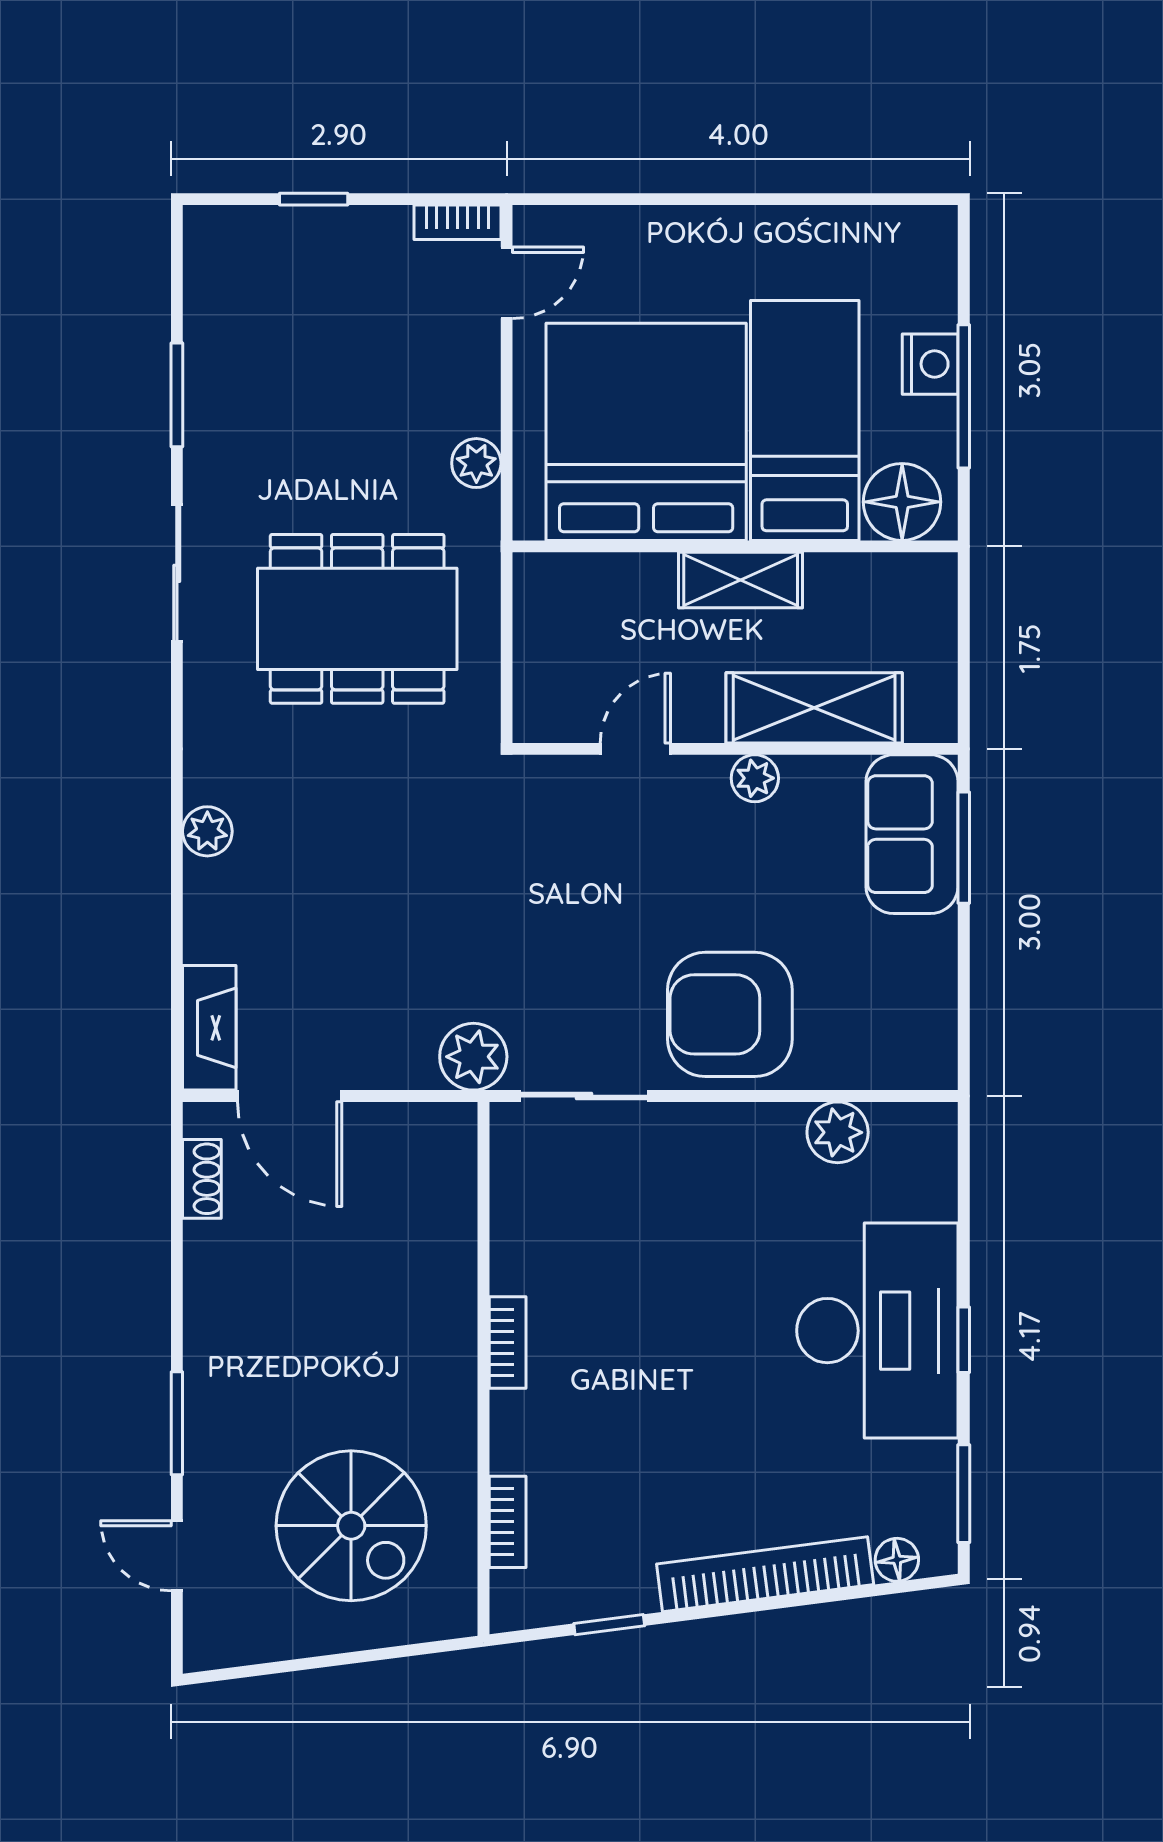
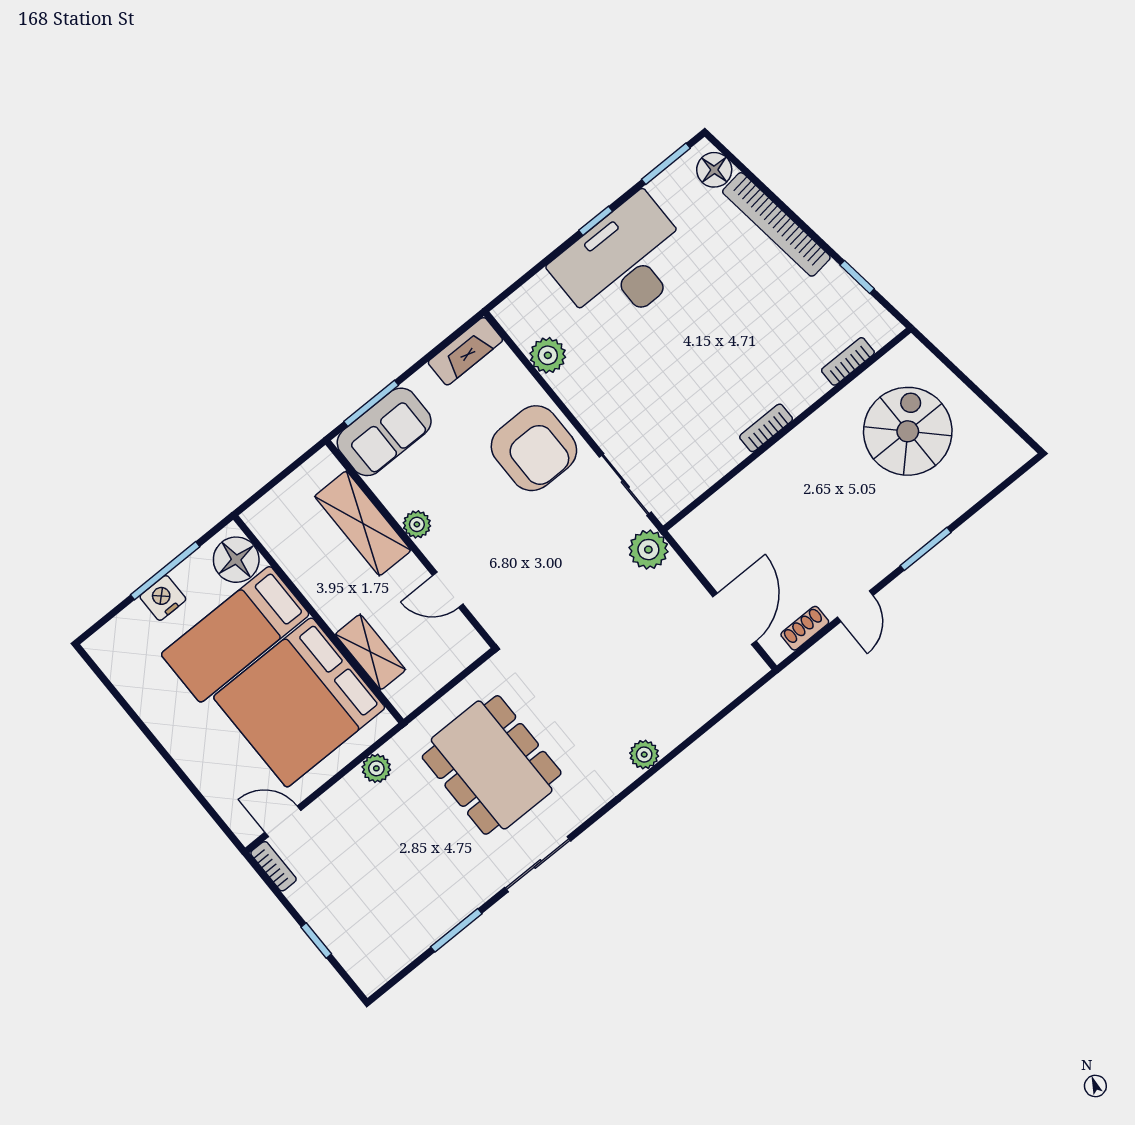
shelving: (741, 580) -> (370, 652), moved
fireplace: (209, 1028) -> (465, 351), moved, turned 180
door: (177, 1556) -> (855, 606), moved
floor lamp: (897, 1560) -> (714, 170), width x1.37, depth x1.37

